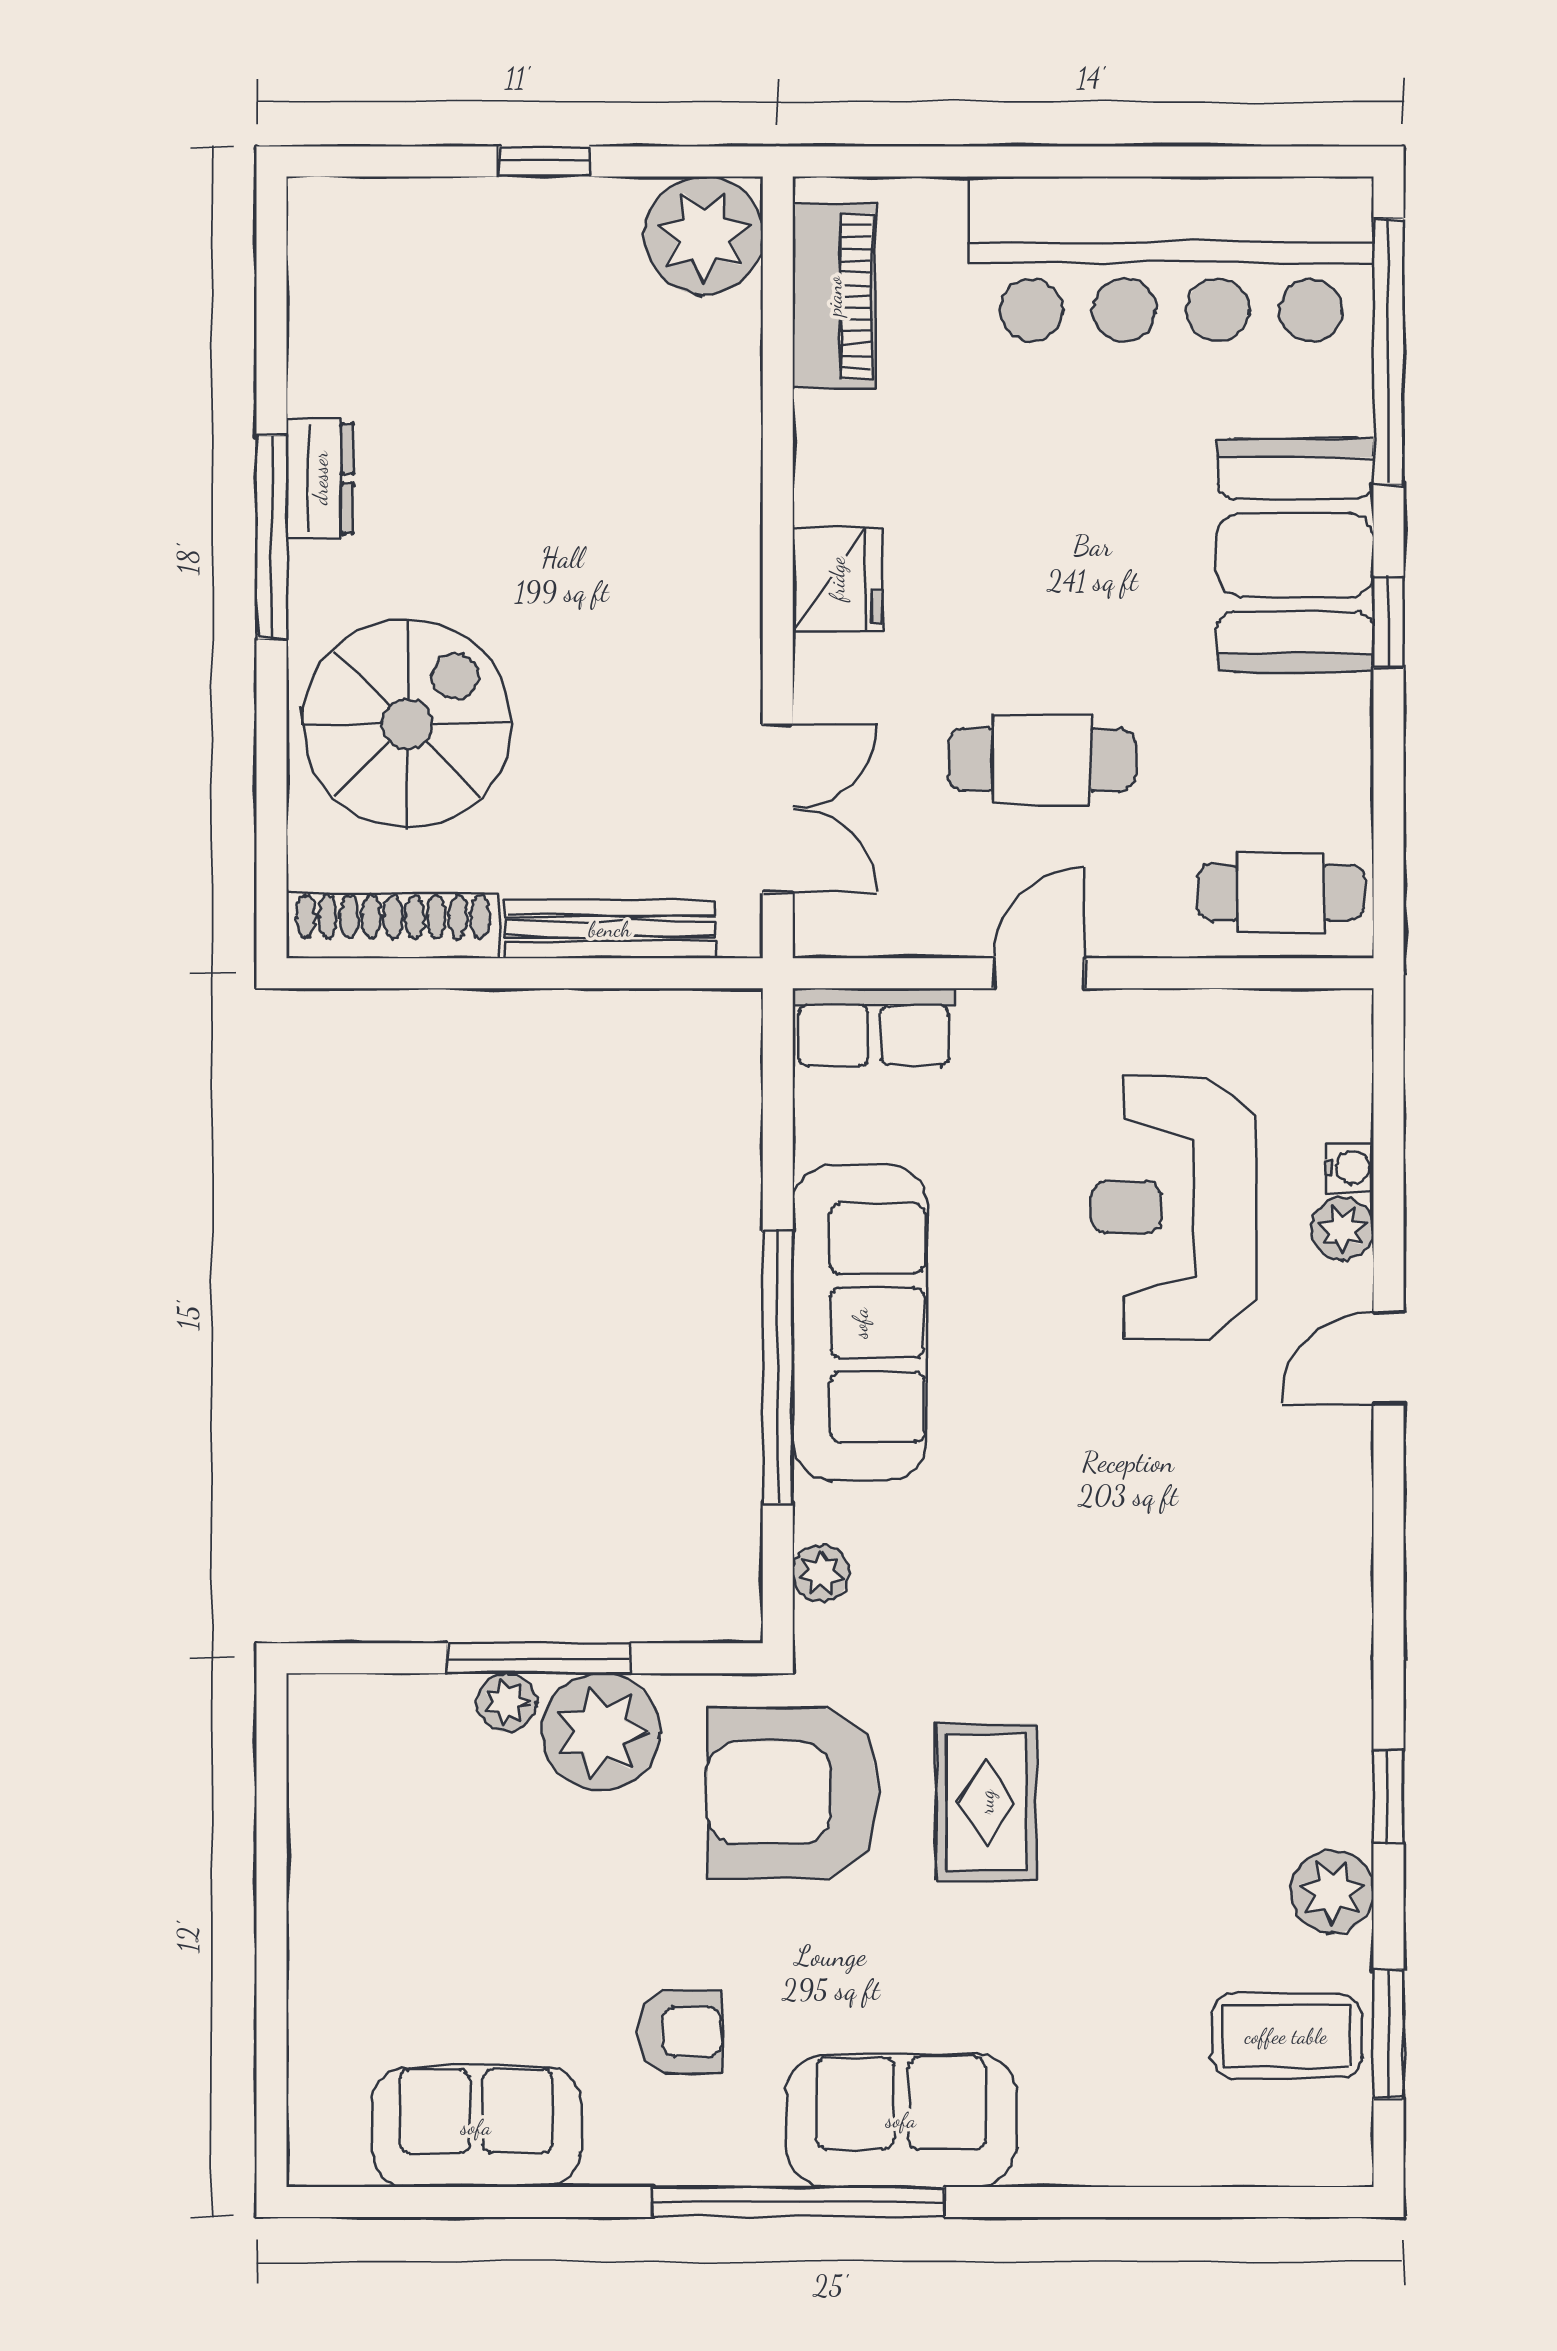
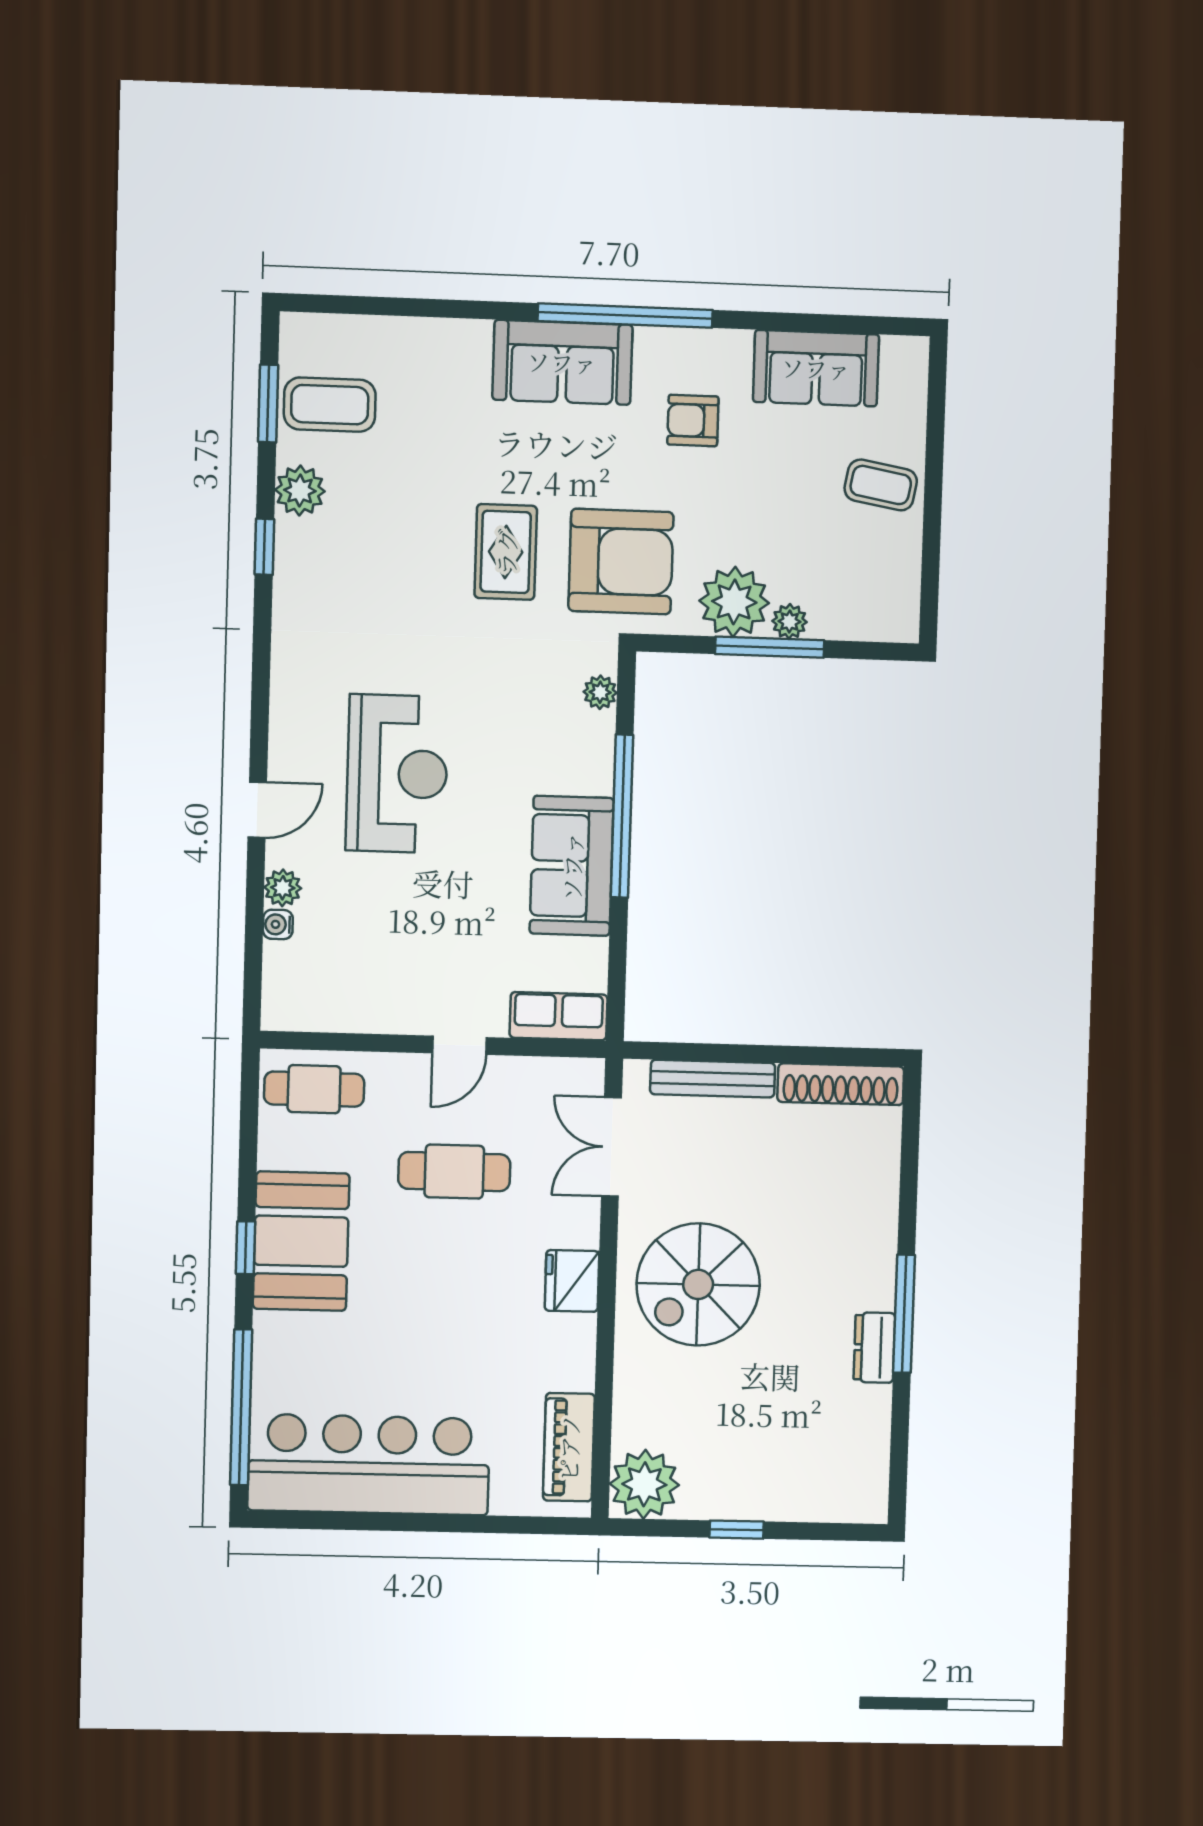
booth: (1295, 555) -> (301, 1241), moved
spiral stairs: (407, 724) -> (698, 1284), moved
reception desk: (1174, 1208) -> (397, 774), moved
sofa: (860, 1323) -> (572, 866), width x0.73
coffee table: (360, 1936) -> (881, 485), added

